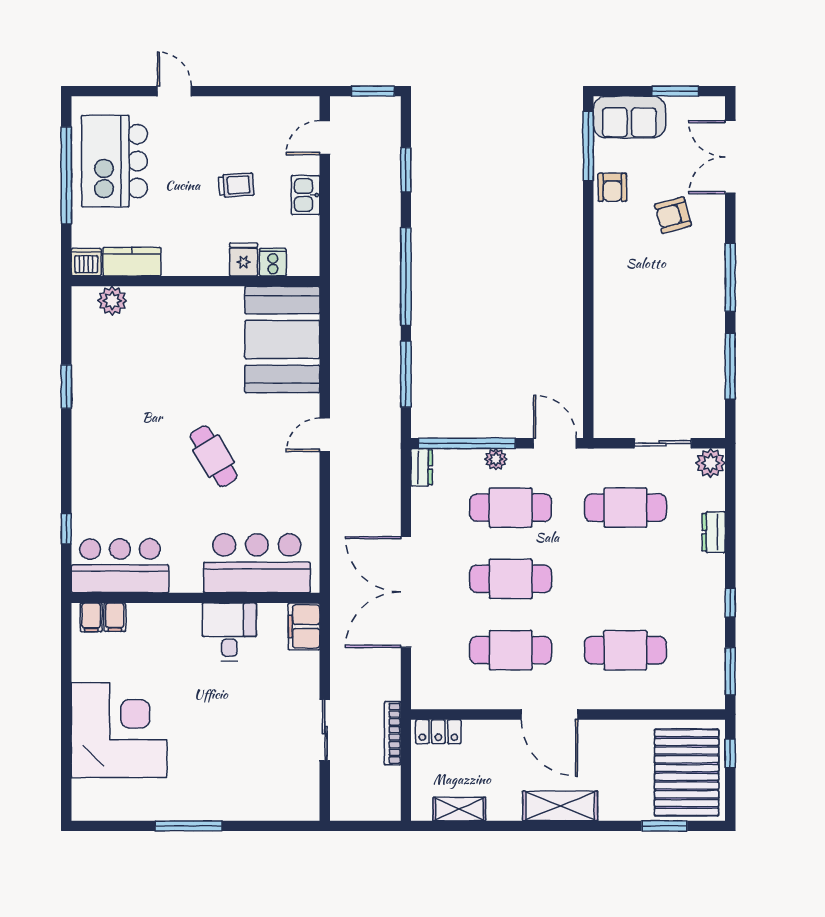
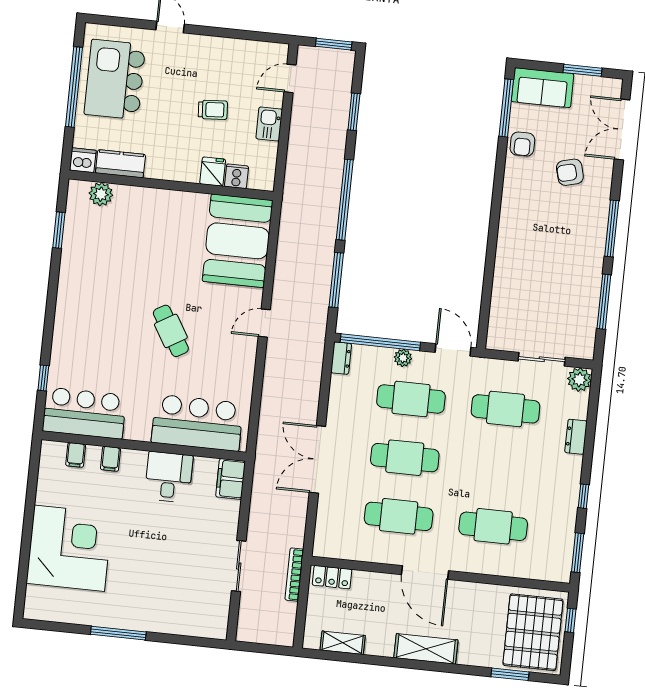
window: (66, 387) -> (59, 230), moved
double door: (406, 592) -> (317, 459), width x0.73
filing cabinet: (91, 617) -> (111, 459), moved

